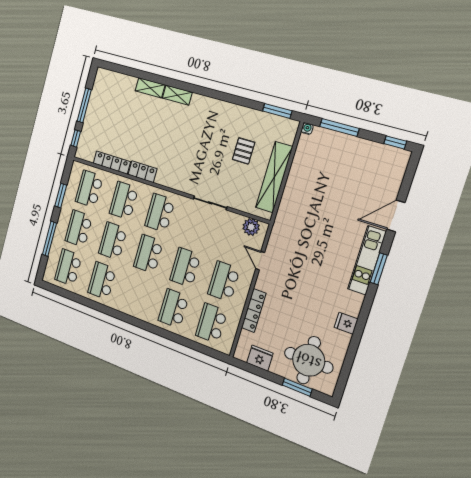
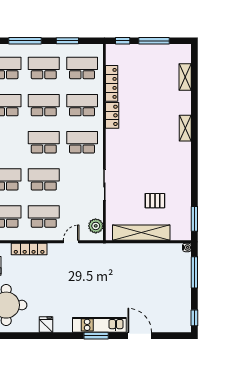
shelving: (150, 88) -> (185, 77), moved

